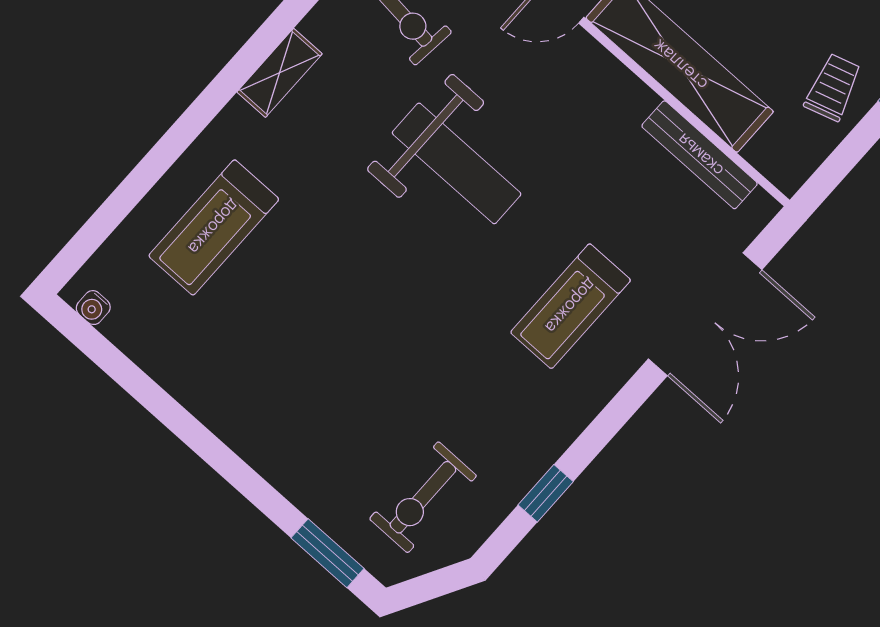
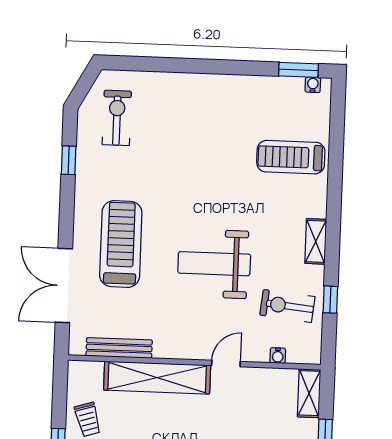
treadmill: (214, 227) -> (291, 157), turned -90
treadmill: (571, 306) -> (121, 244), width x1.37, depth x1.38
window: (328, 553) -> (299, 70), moved

